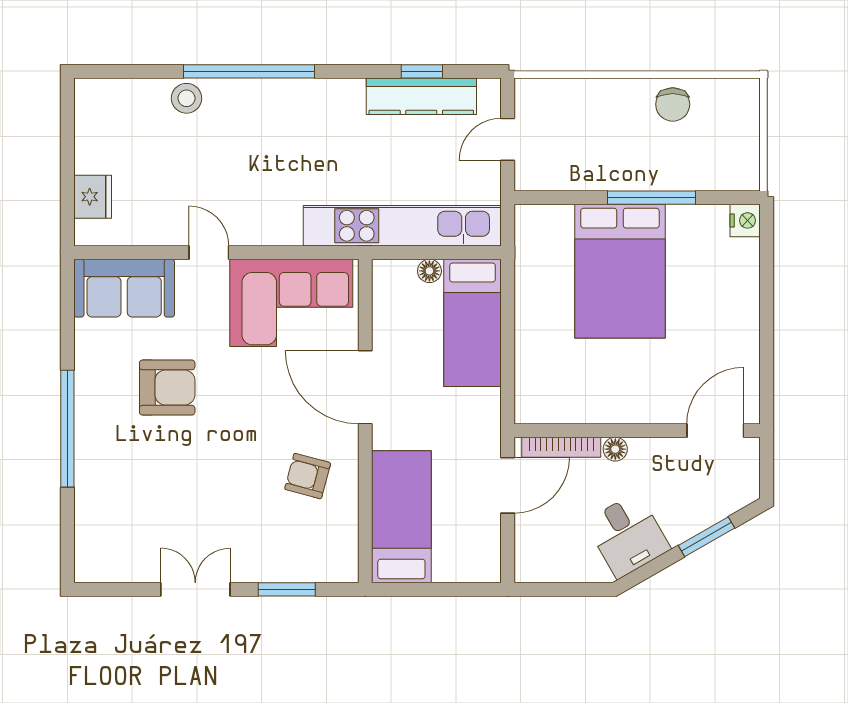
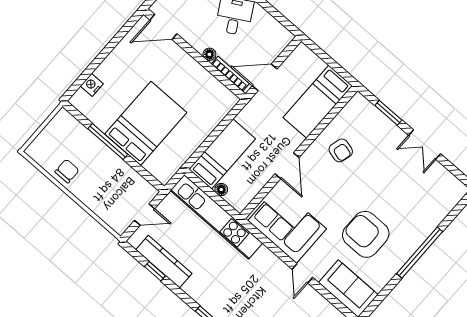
nightstand: (745, 220) -> (92, 85), moved
door: (365, 387) -> (287, 166), width x0.73
armchair: (167, 388) -> (366, 234), width x1.36, depth x1.36

